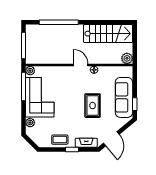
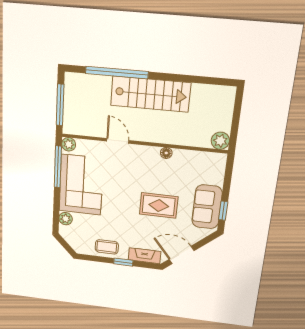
stairs: (108, 34) -> (150, 94), moved
door: (81, 65) -> (118, 141), moved
sofa: (124, 97) -> (207, 207), width x0.73
rug: (93, 106) -> (159, 205), turned 90
door: (111, 139) -> (182, 255), swing flipped

